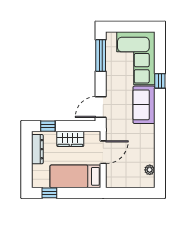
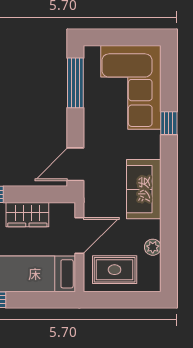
sofa: (144, 105) -> (144, 189), moved
plant: (150, 170) -> (153, 247), moved
rug: (125, 174) -> (115, 270), added

